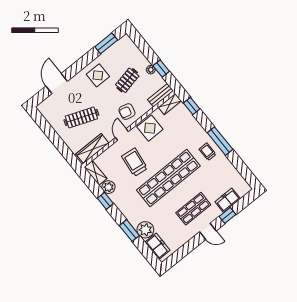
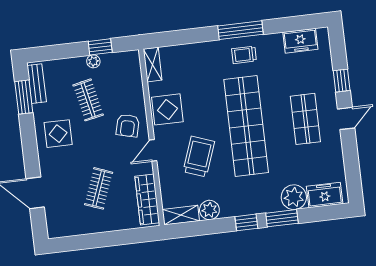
bench: (161, 95) -> (37, 84), moved
window: (192, 106) -> (173, 38), removed
clothes rail: (81, 117) -> (99, 188), width x0.73
door: (122, 135) -> (153, 150), hinge flipped
trolley: (135, 162) -> (199, 156), turned 103
freezer: (228, 200) -> (300, 41), moved, turned -90
window: (105, 201) -> (246, 222), moved

